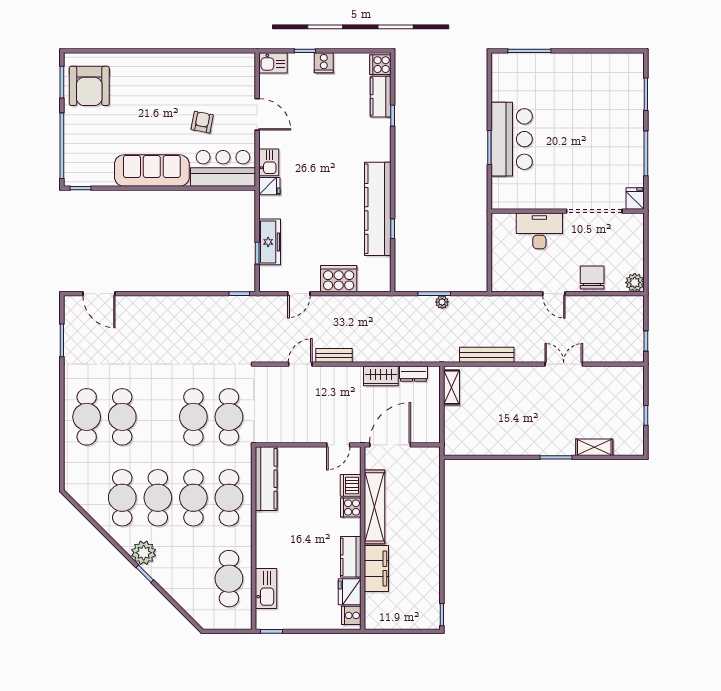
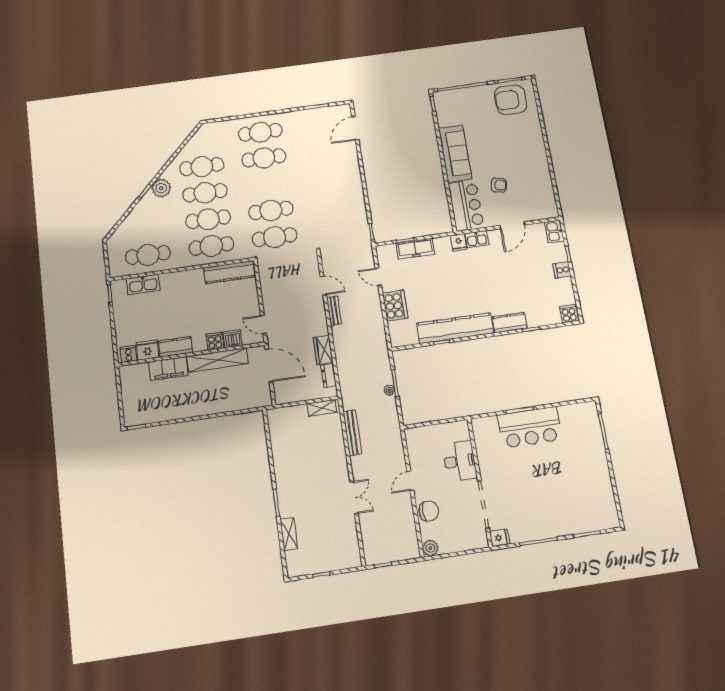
kitchen counter: (381, 97) -> (510, 323), moved

